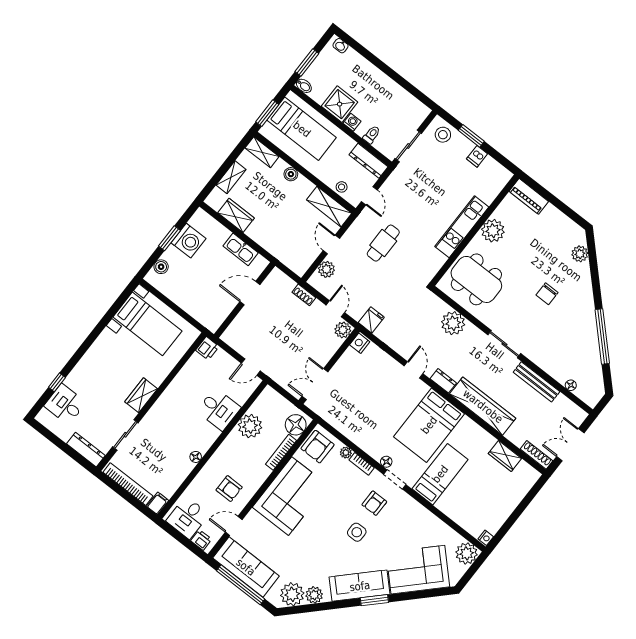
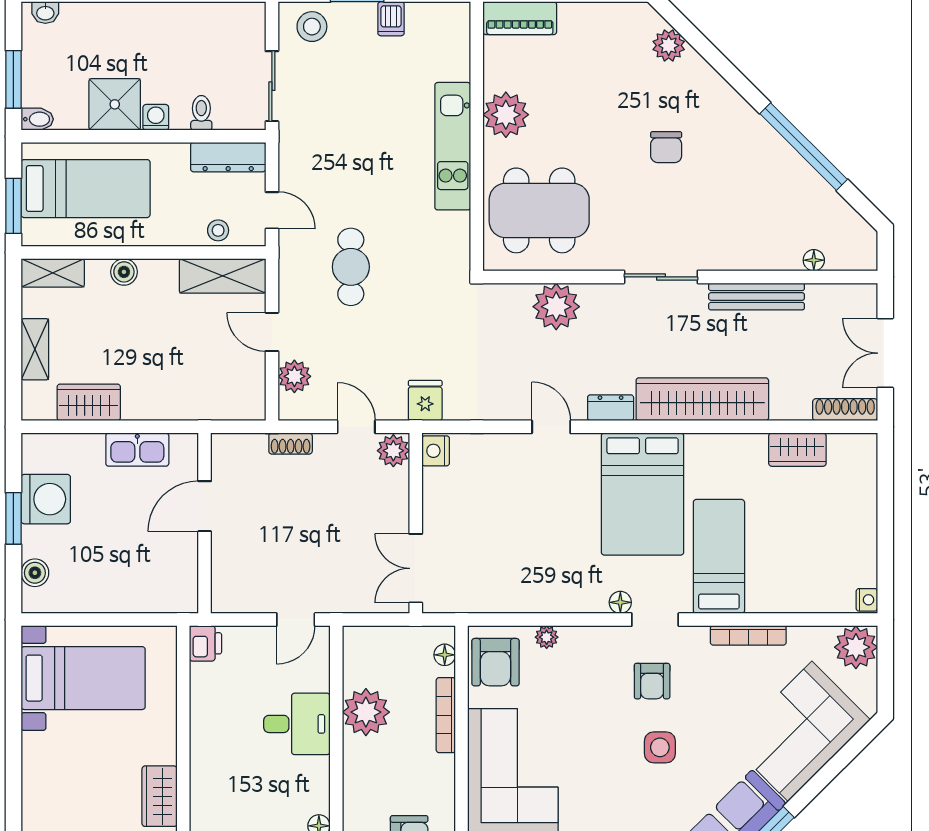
floor lamp: (296, 425) -> (445, 655), width x0.53, depth x0.53
bookcase: (362, 464) -> (748, 635), moved, width x1.56

